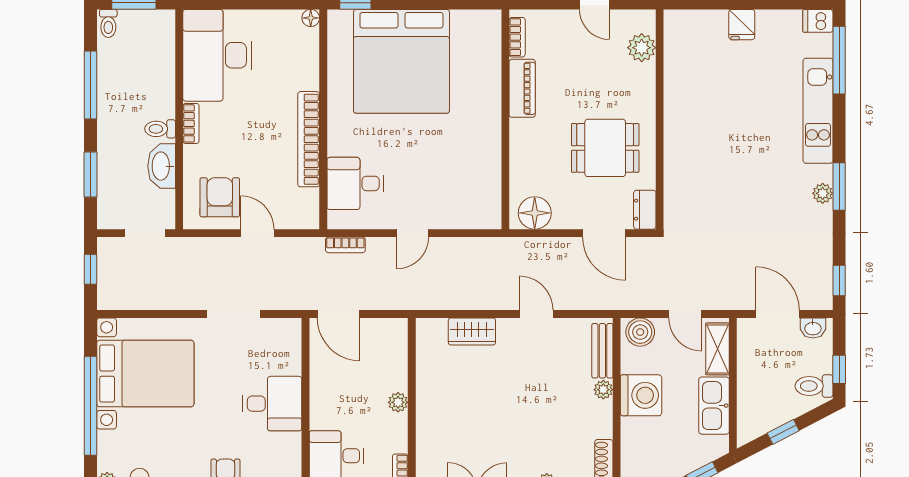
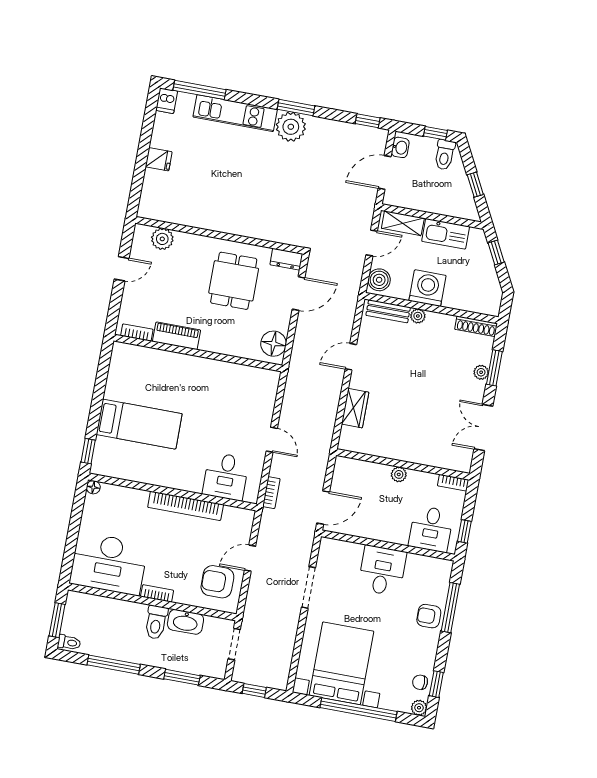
bed: (401, 61) -> (139, 424), width x0.49
toilet: (160, 129) -> (156, 622), width x1.37, depth x1.39
plant: (823, 193) -> (291, 127), width x1.88, depth x1.88

